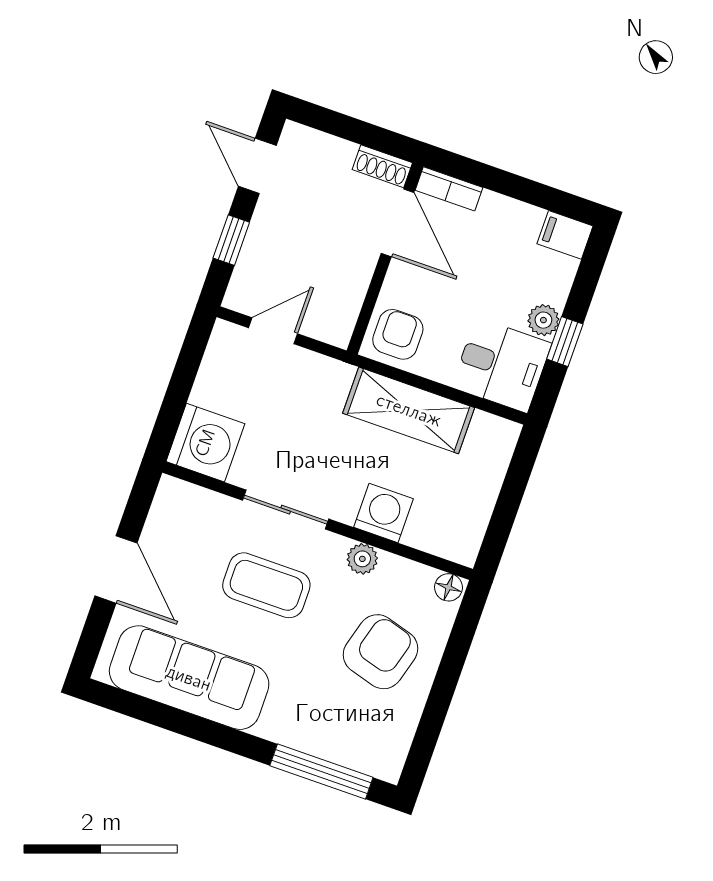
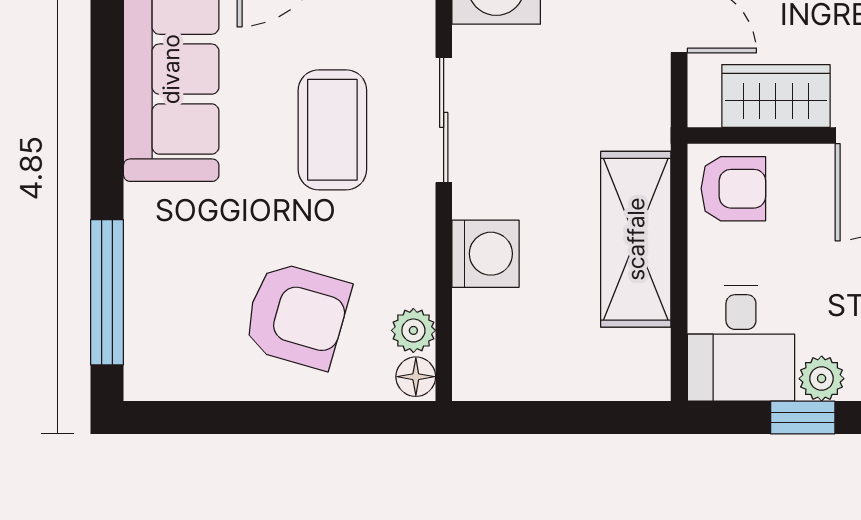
wardrobe: (346, 285) -> (776, 96), added
plant: (362, 559) -> (413, 330), moved

